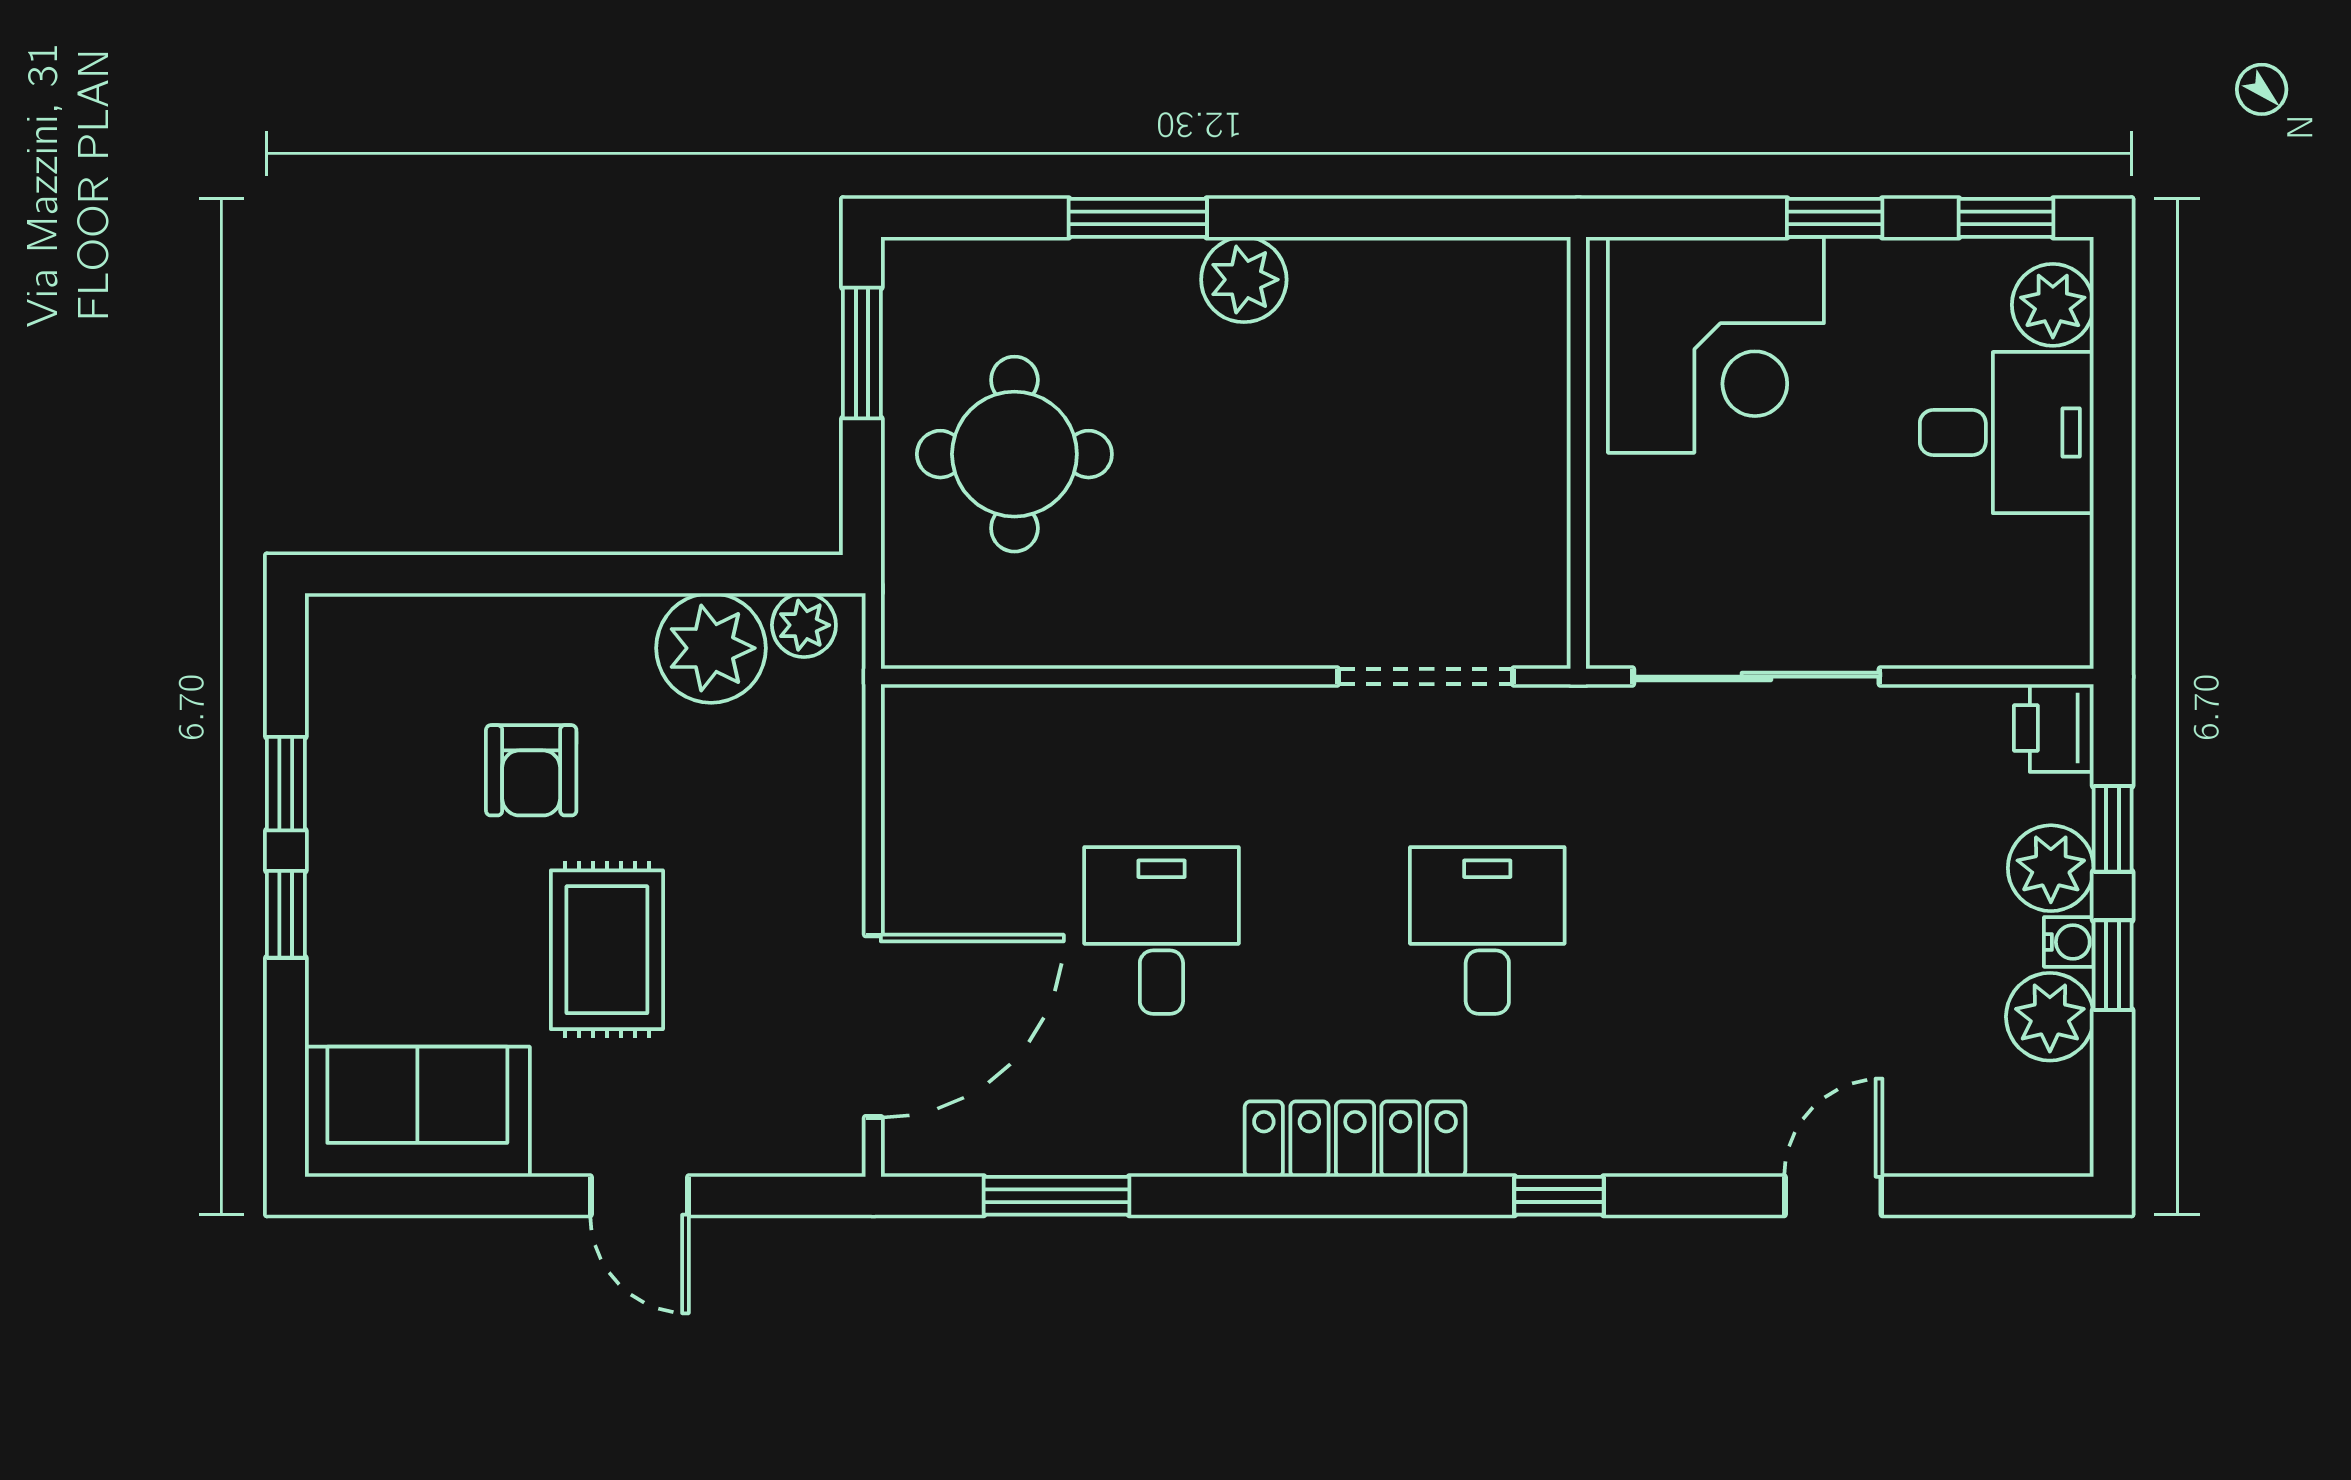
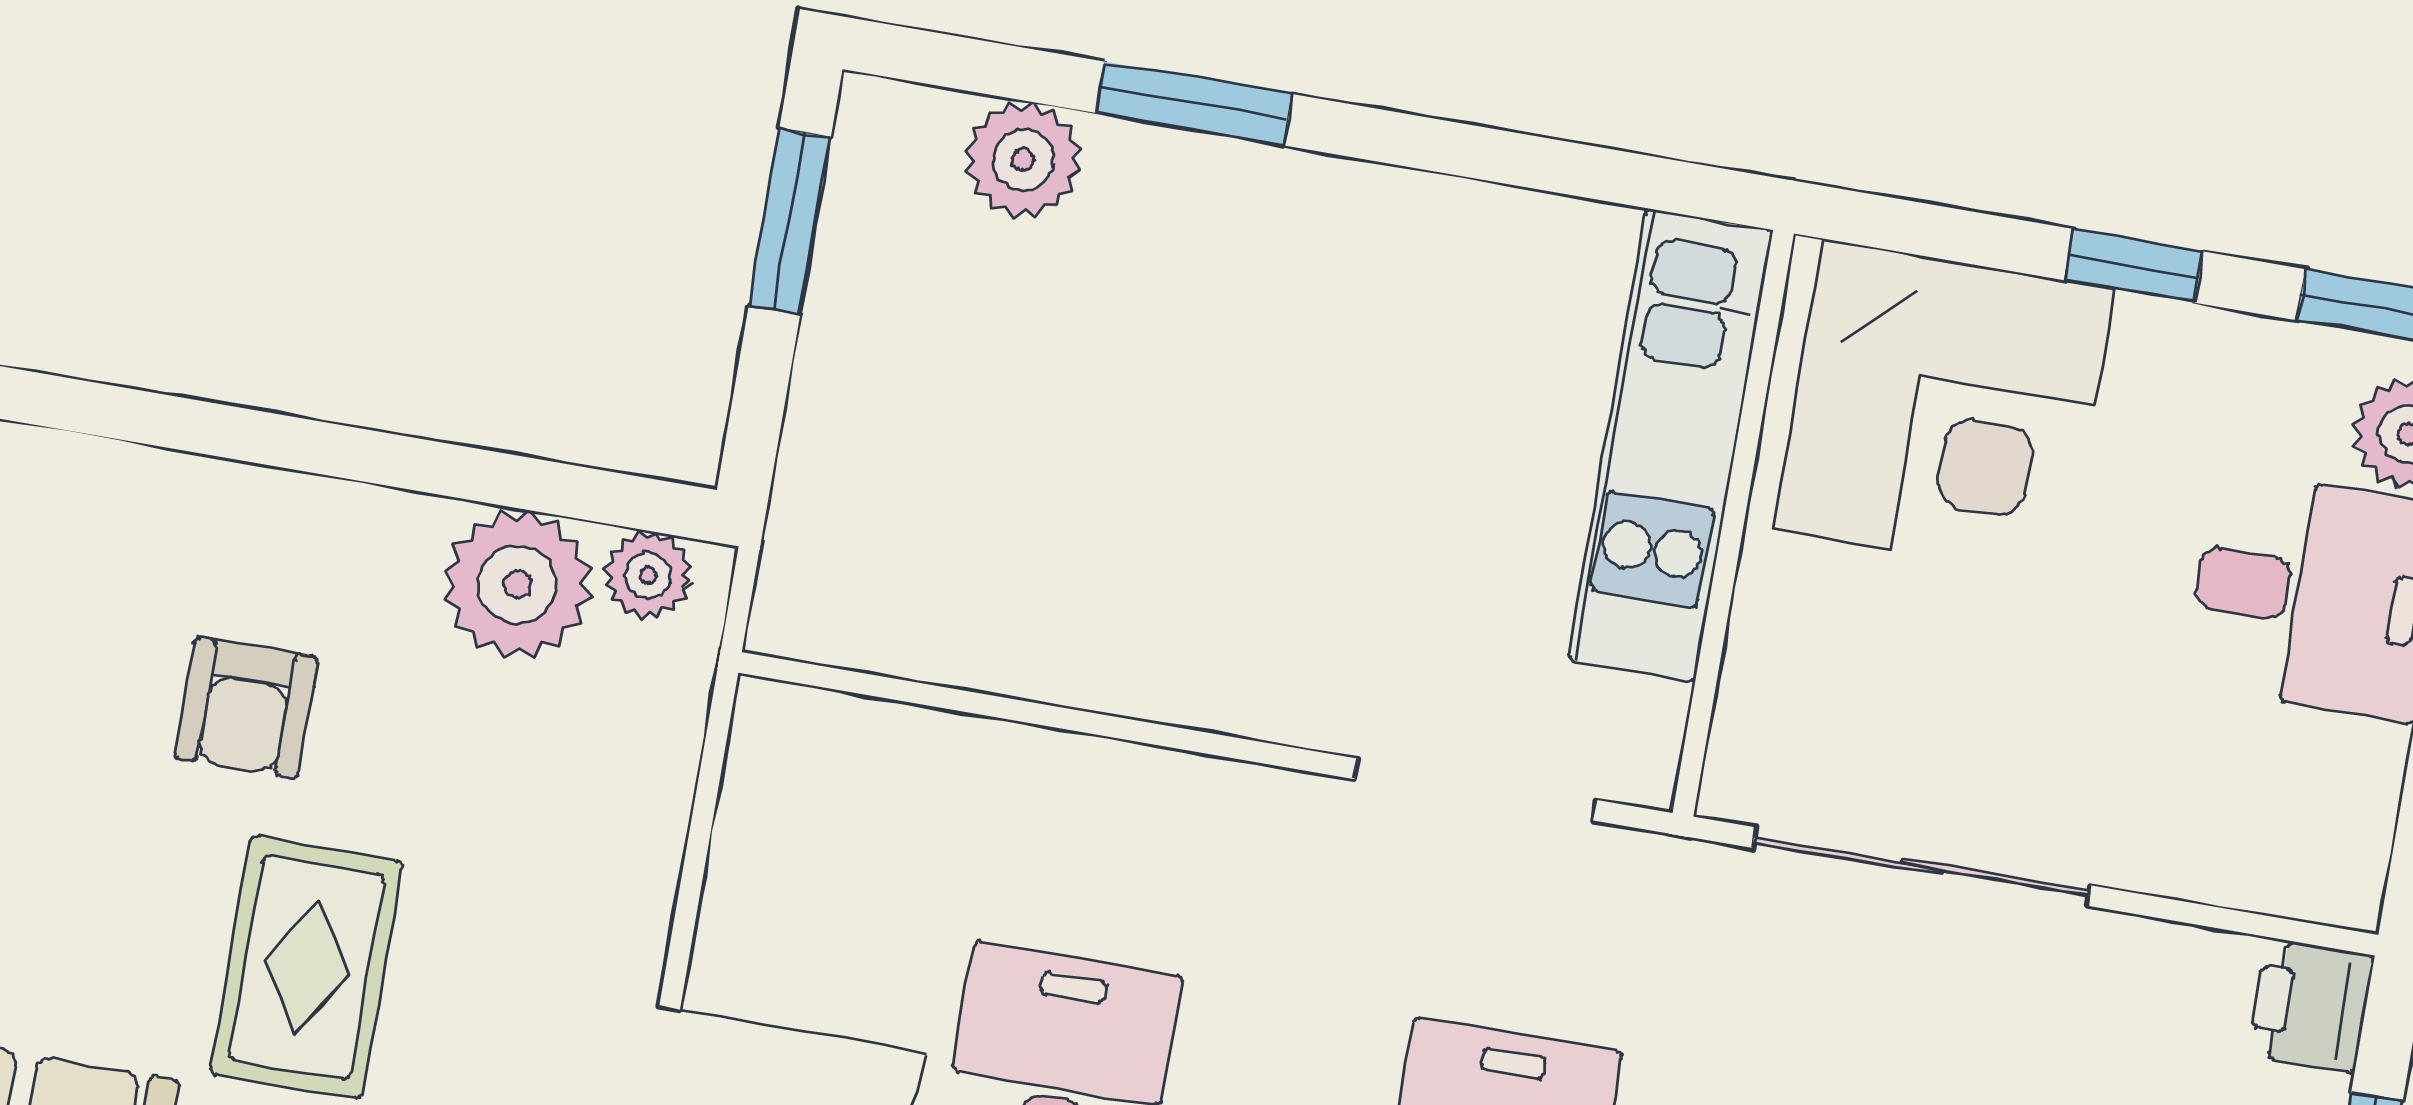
plant: (1244, 280) -> (1023, 160), moved
kitchen unit: (1523, 404) -> (1671, 445), added
round table: (1014, 454) -> (972, 393), removed

